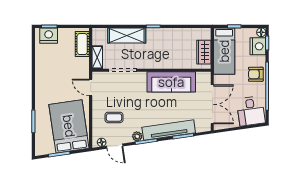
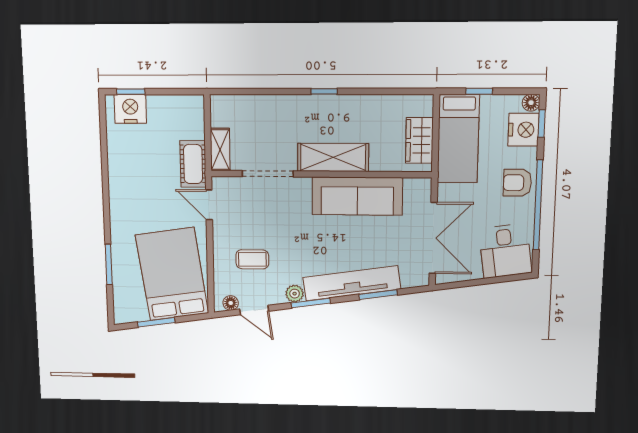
shelving: (127, 35) -> (333, 157), moved
cot: (82, 44) -> (193, 164), moved

